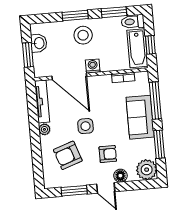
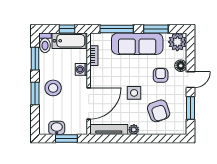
washing machine: (93, 66) -> (81, 69), moved
sofa: (140, 117) -> (137, 44), width x1.36

